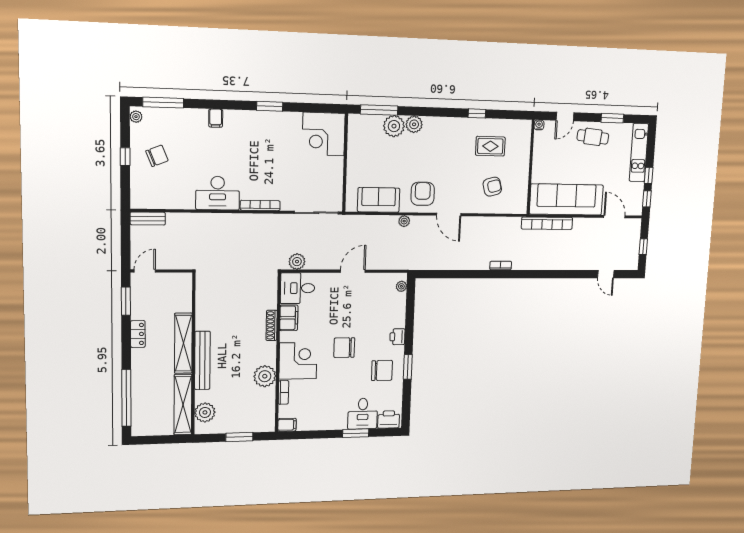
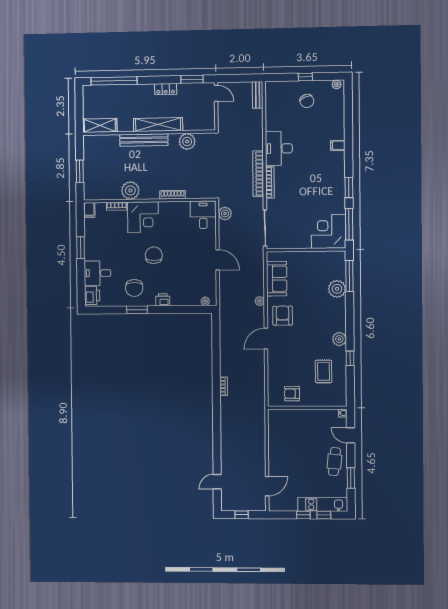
window: (163, 103) -> (349, 224), moved
plant: (414, 124) -> (339, 339), moved
armchair: (492, 187) -> (292, 394), moved, turned 105
armchair: (423, 194) -> (283, 316), turned -90
sofa: (566, 199) -> (281, 441), removed
window: (647, 199) -> (324, 515), moved
bookcase: (547, 223) -> (258, 174), moved
filing cabinet: (289, 318) -> (179, 208), removed
shelving: (183, 405) -> (100, 126), width x0.68
plant: (205, 412) -> (187, 141), moved
window: (356, 433) -> (81, 248), moved

